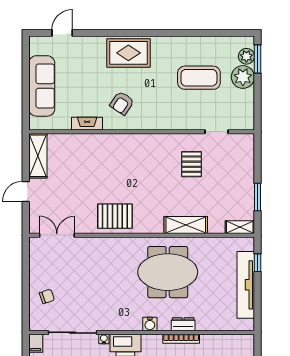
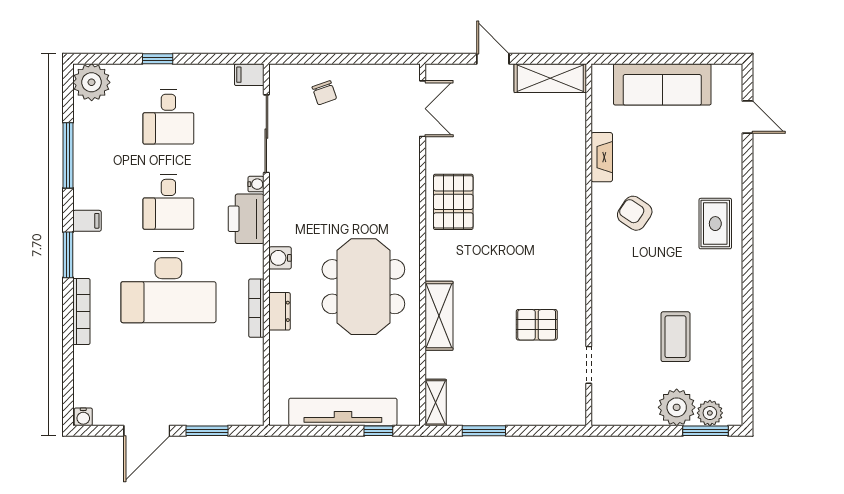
rug: (128, 53) -> (715, 224), width x0.73, depth x0.70
coffee table: (199, 78) -> (675, 337), width x0.73, depth x0.76

